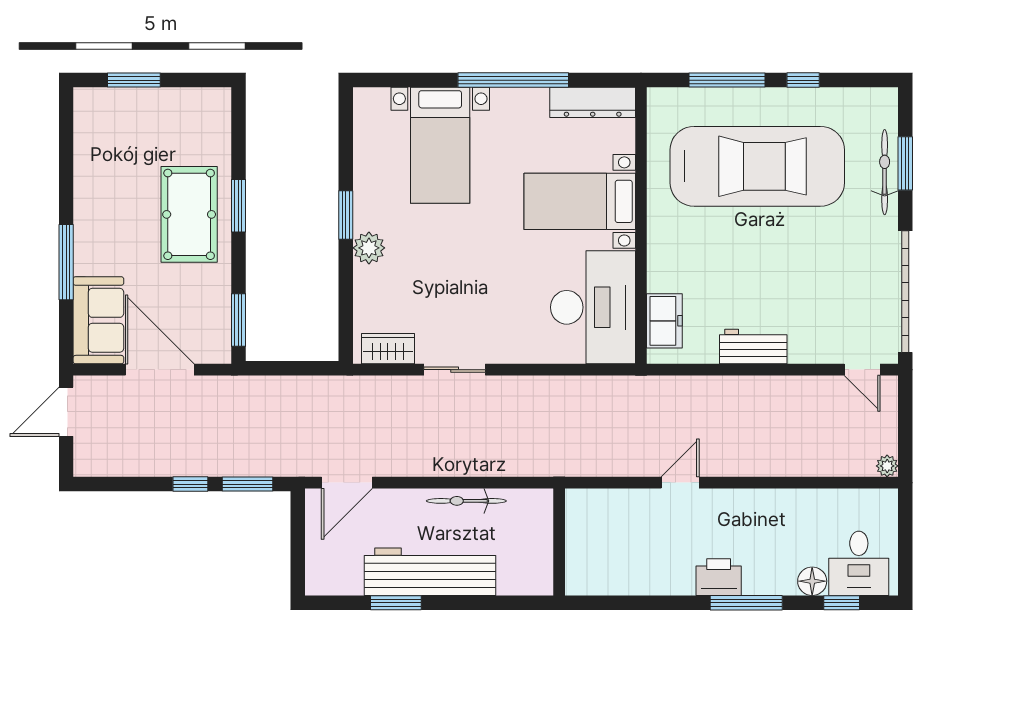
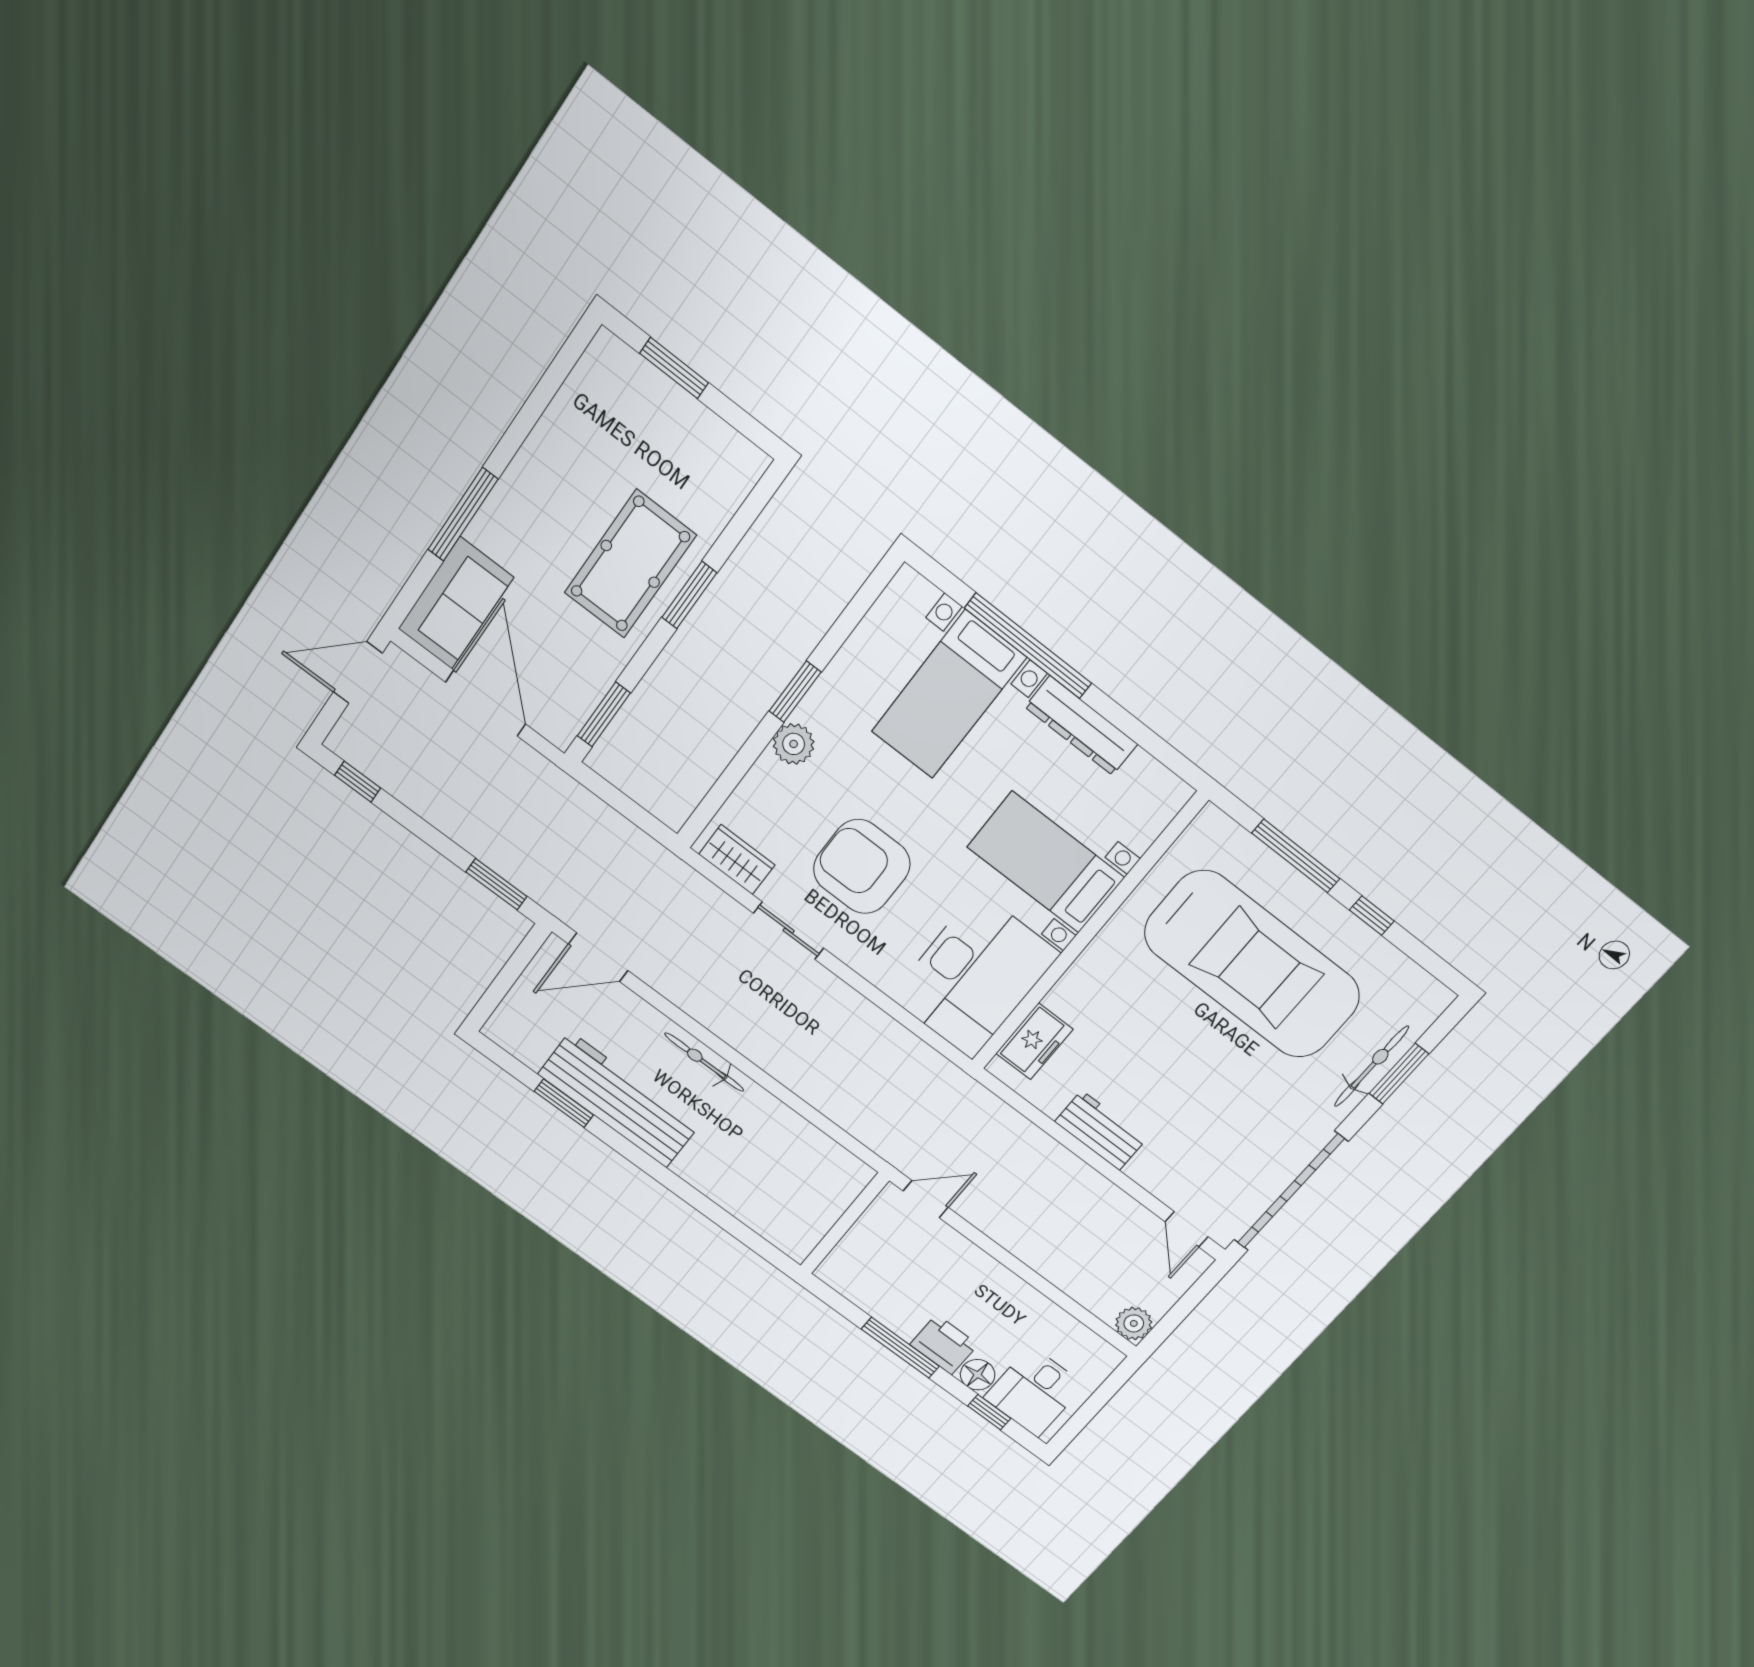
window: (513, 80) -> (1028, 646), moved
dresser: (593, 102) -> (1081, 726), moved
armchair: (469, 292) -> (862, 867), added
plant: (887, 466) -> (1134, 1323), width x1.38, depth x1.38
window: (190, 484) -> (358, 782), moved
wall: (559, 542) -> (845, 1223), moved
printer: (719, 577) -> (944, 1345), moved

